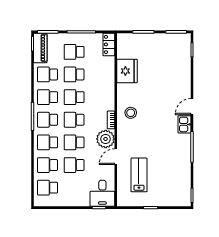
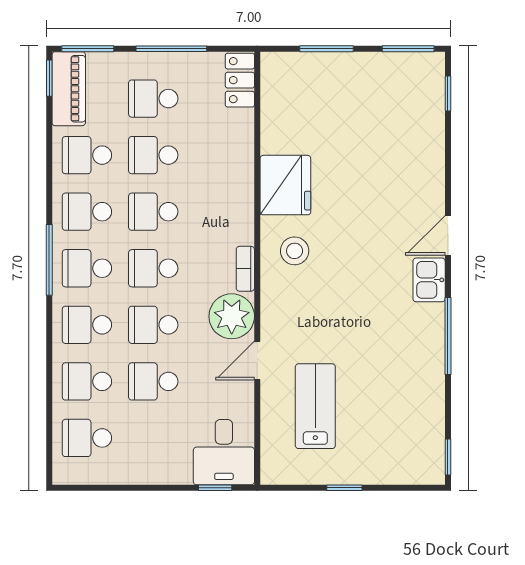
fridge: (127, 71) -> (285, 185), moved

